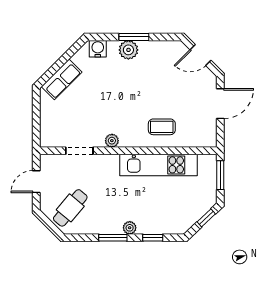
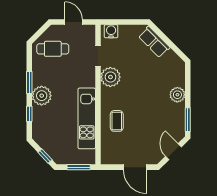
window: (134, 37) -> (188, 120), moved
water cooler: (98, 49) -> (111, 31), moved, turned -90
plant: (112, 141) -> (110, 77), width x1.88, depth x1.88
cafe table: (70, 208) -> (53, 49), turned -40
plant: (130, 228) -> (42, 96), width x1.88, depth x1.88

